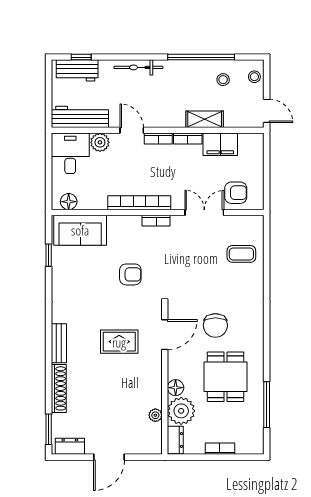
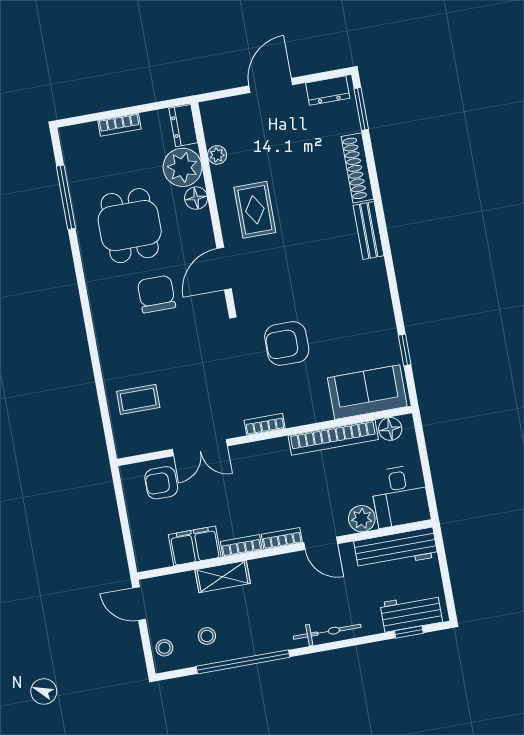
bookcase: (139, 203) -> (333, 438), moved
armchair: (130, 274) -> (287, 343), width x1.38, depth x1.38
rug: (119, 342) -> (255, 210), moved, turned 90

